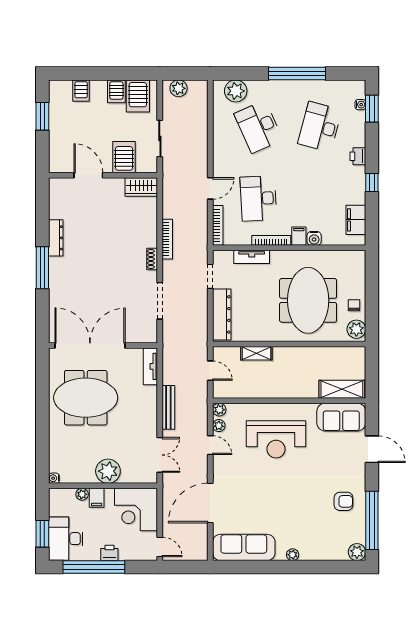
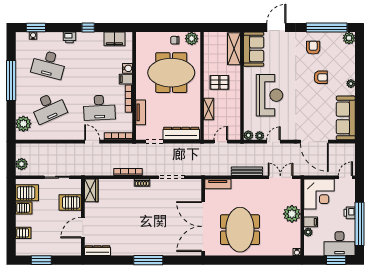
dresser: (56, 238) -> (97, 251), moved
pallet: (294, 369) -> (219, 82), added
armchair: (301, 512) -> (321, 77), added

